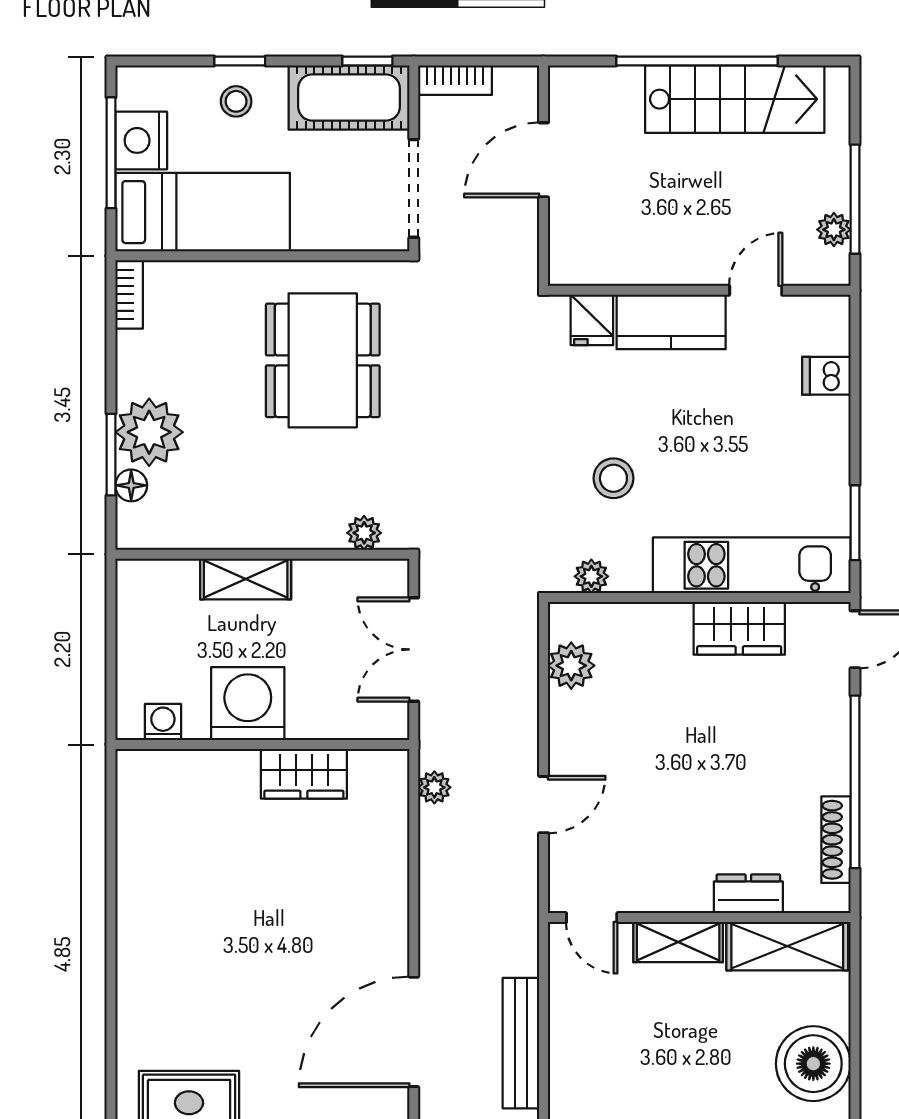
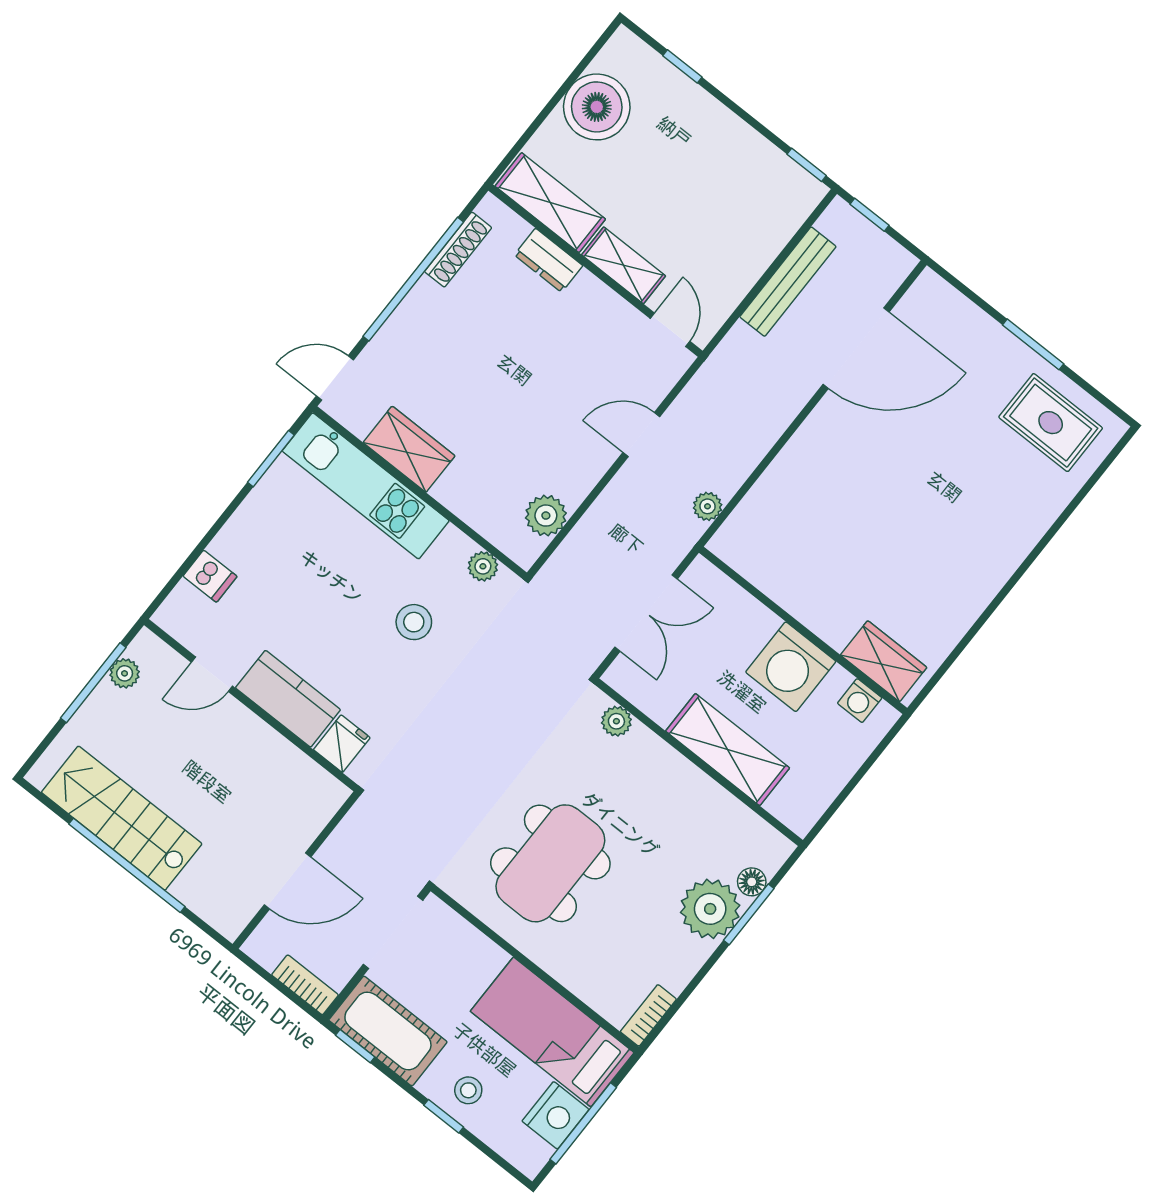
shelving: (246, 579) -> (728, 750), width x1.50, depth x1.33
wardrobe: (304, 774) -> (884, 661), moved

